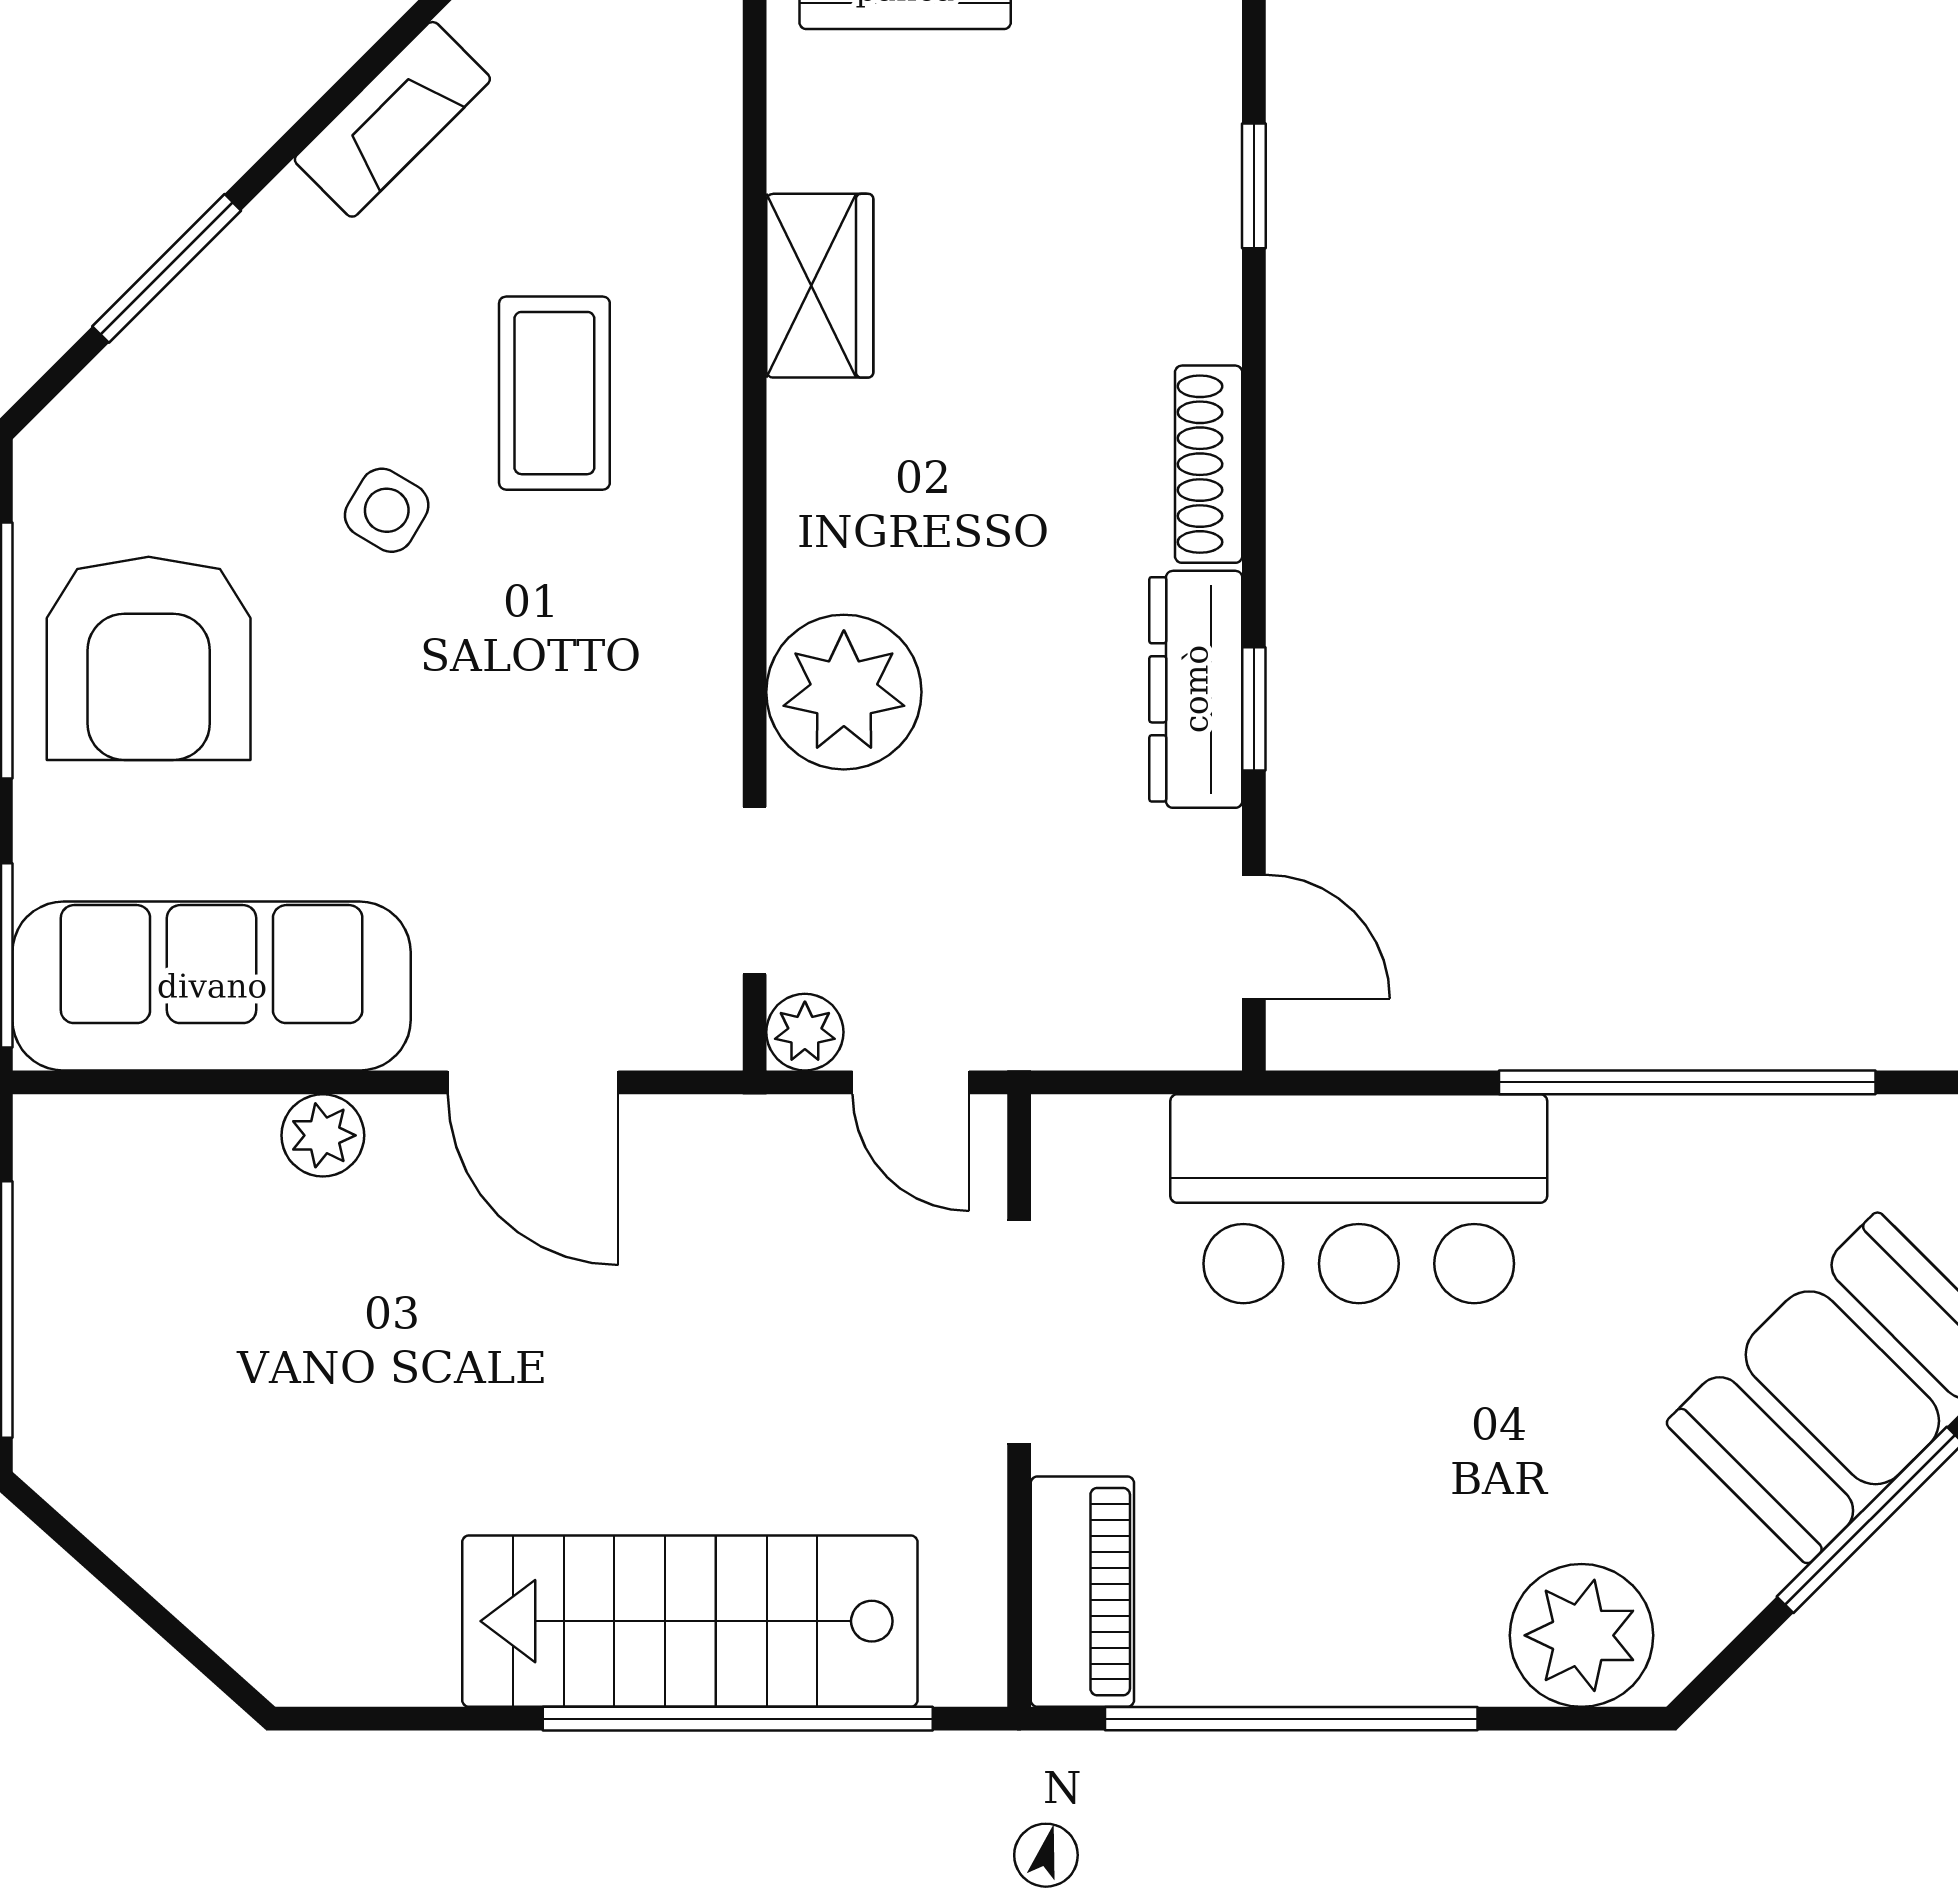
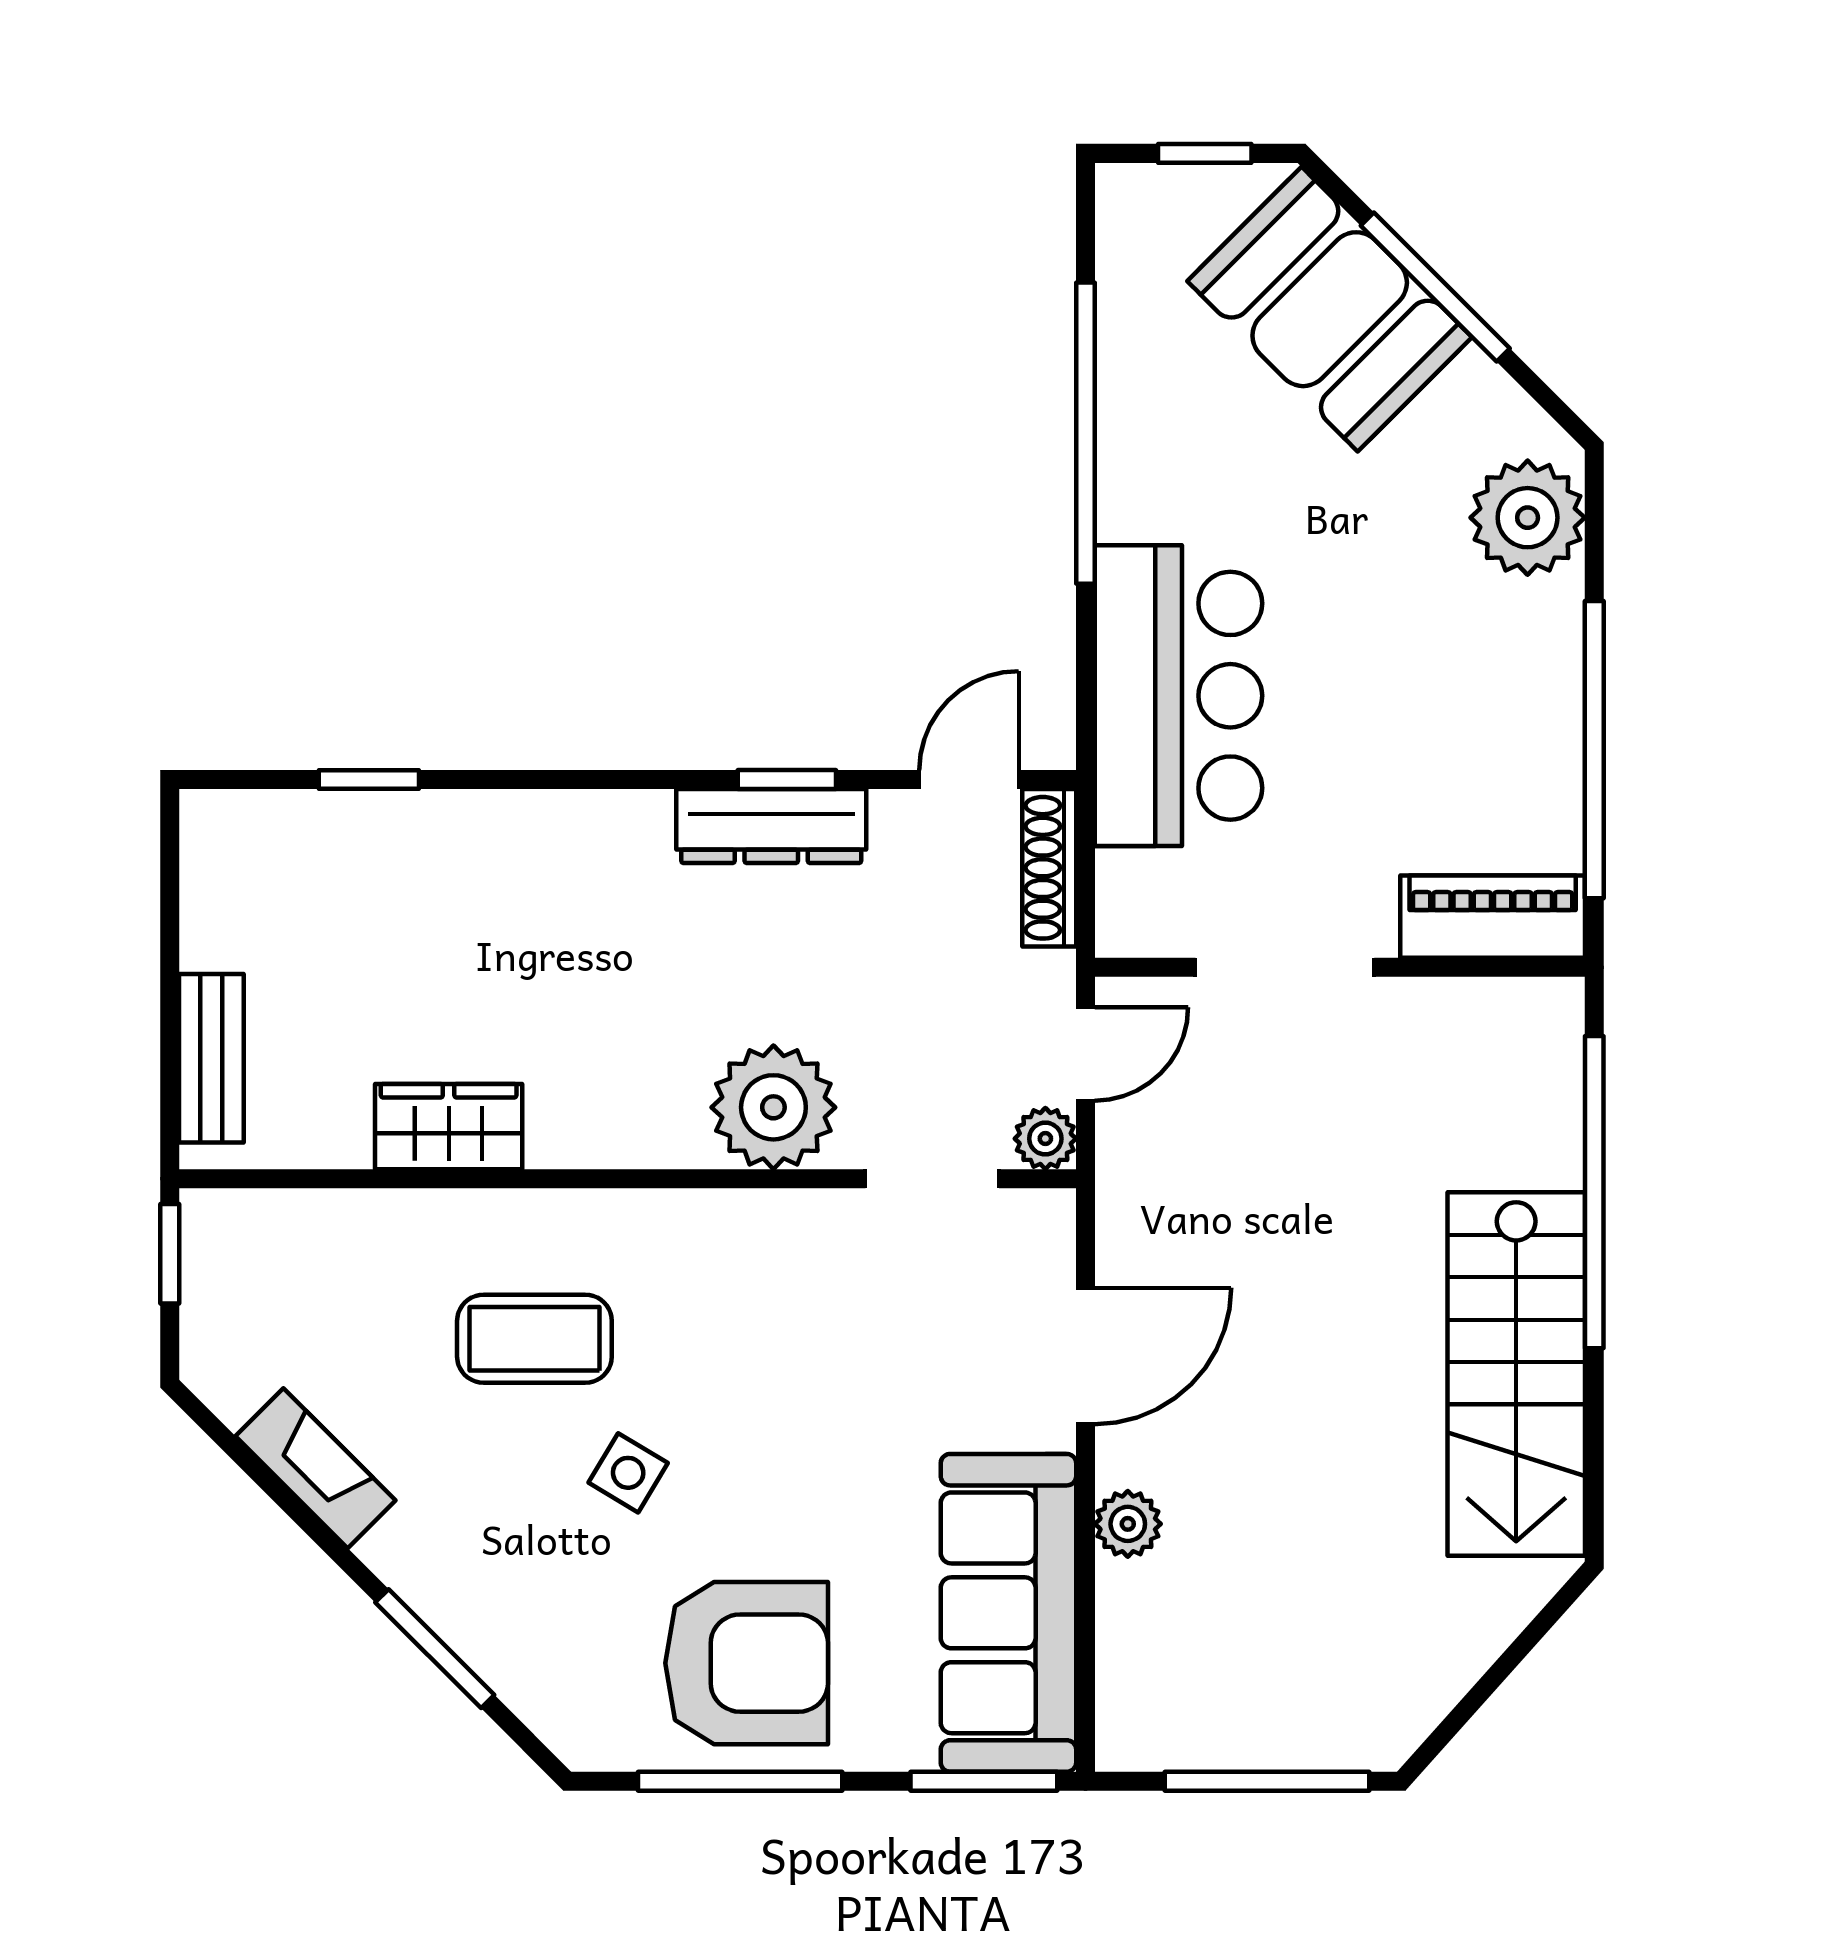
shoe rack: (1209, 464) -> (1049, 868), moved, turned 90
stairs: (690, 1621) -> (1516, 1374), moved

